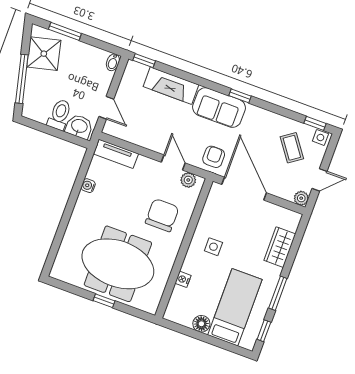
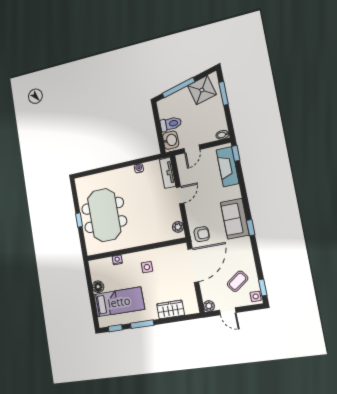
fireplace: (171, 86) -> (228, 167), moved
door: (173, 163) -> (180, 195), moved
chair: (162, 215) -> (147, 224), removed

